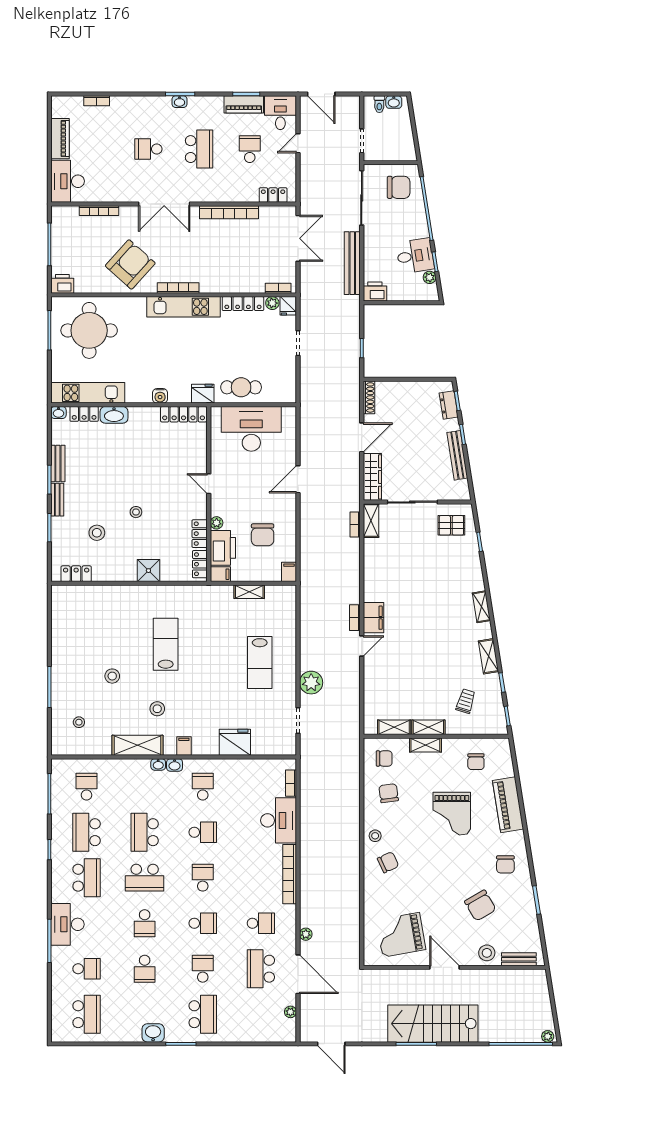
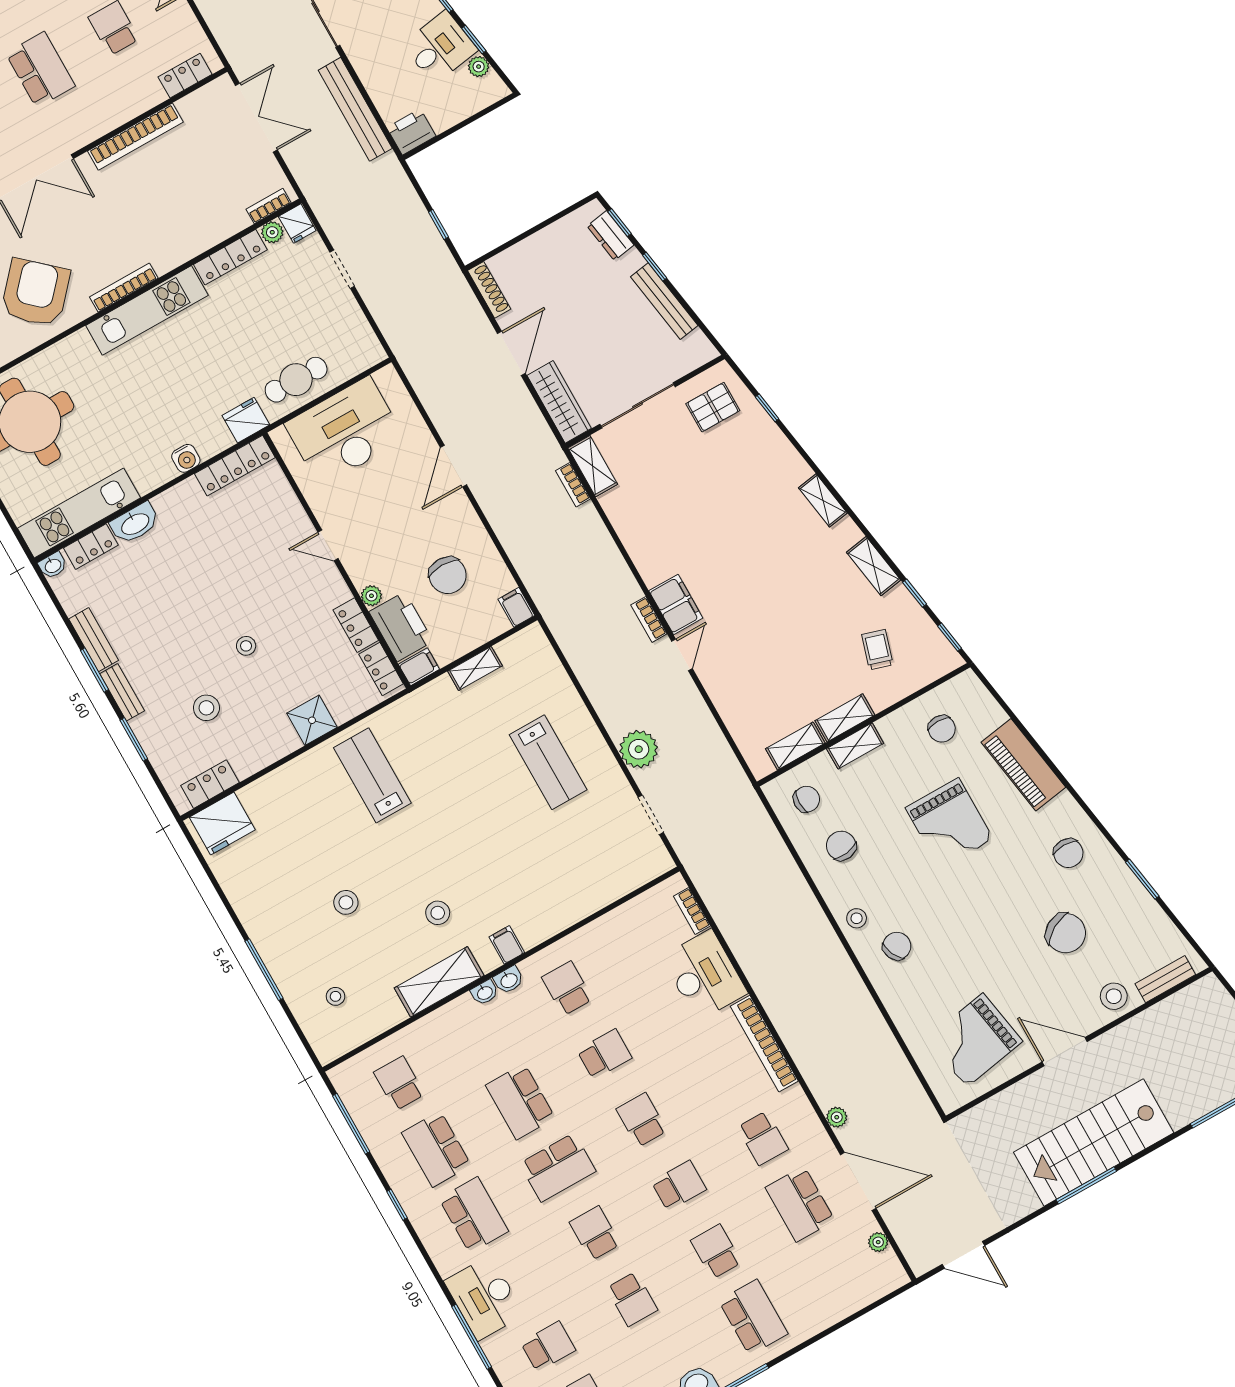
lab bench: (166, 644) -> (372, 775), moved
fridge: (235, 742) -> (222, 823), moved, turned 180
school desk: (145, 923) -> (595, 1233), turned 180
school desk: (261, 923) -> (763, 1138), turned 90

